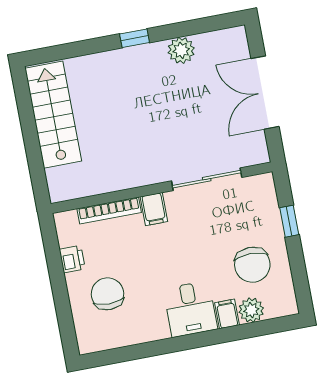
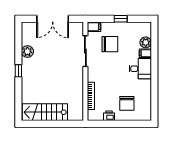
filing cabinet: (154, 209) -> (94, 27), moved
window: (289, 221) -> (121, 19), moved
chair: (252, 265) -> (110, 44), moved
chair: (107, 294) -> (127, 103), turned -90

